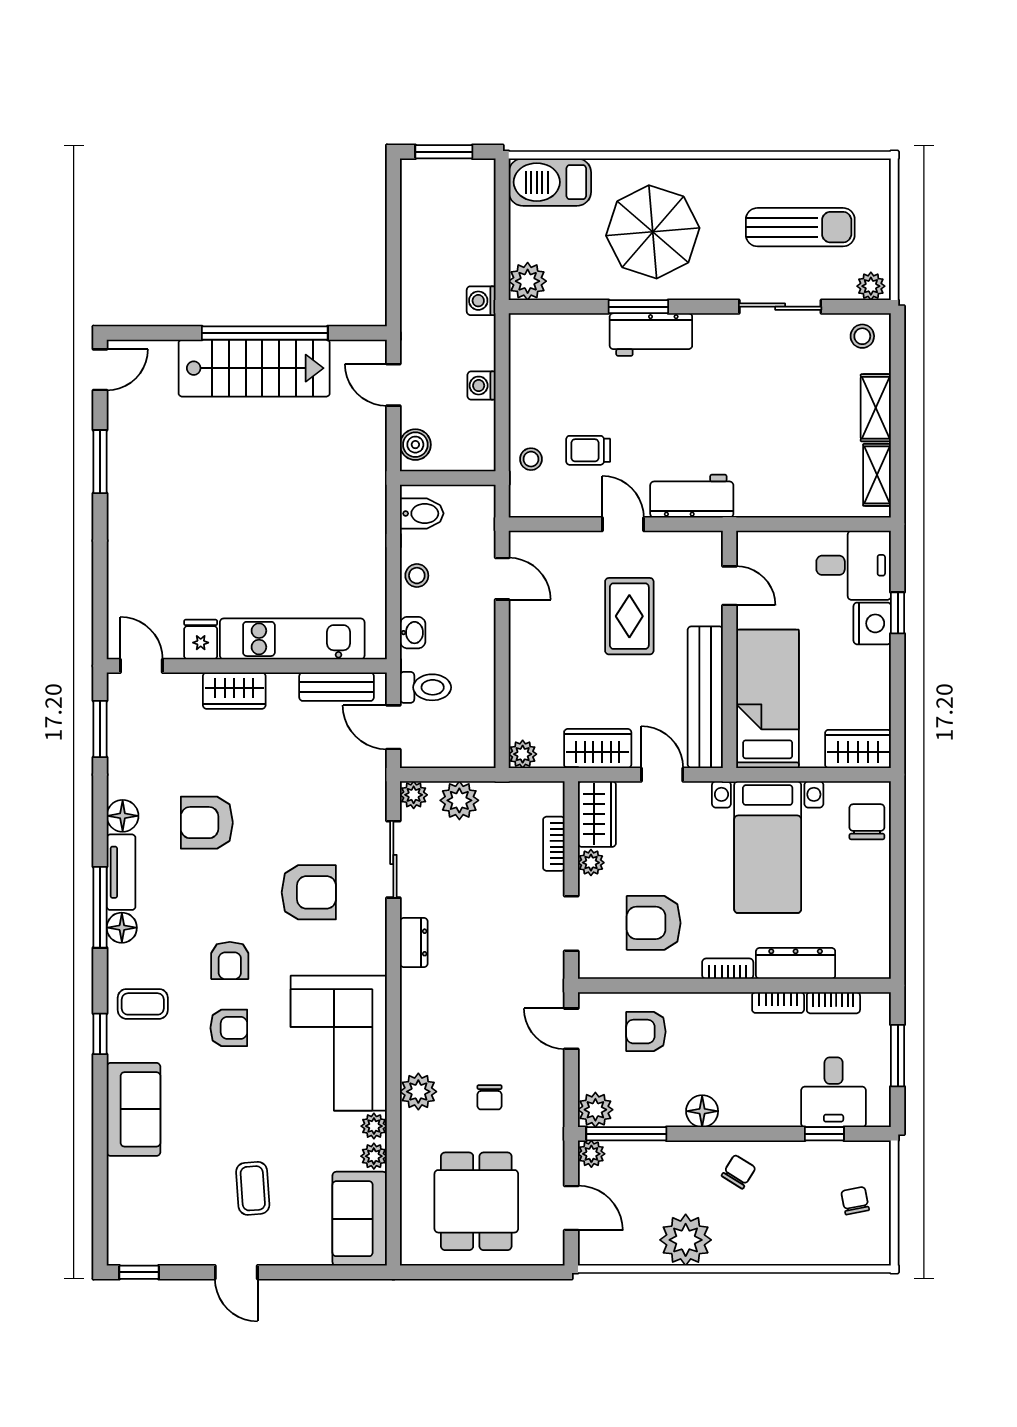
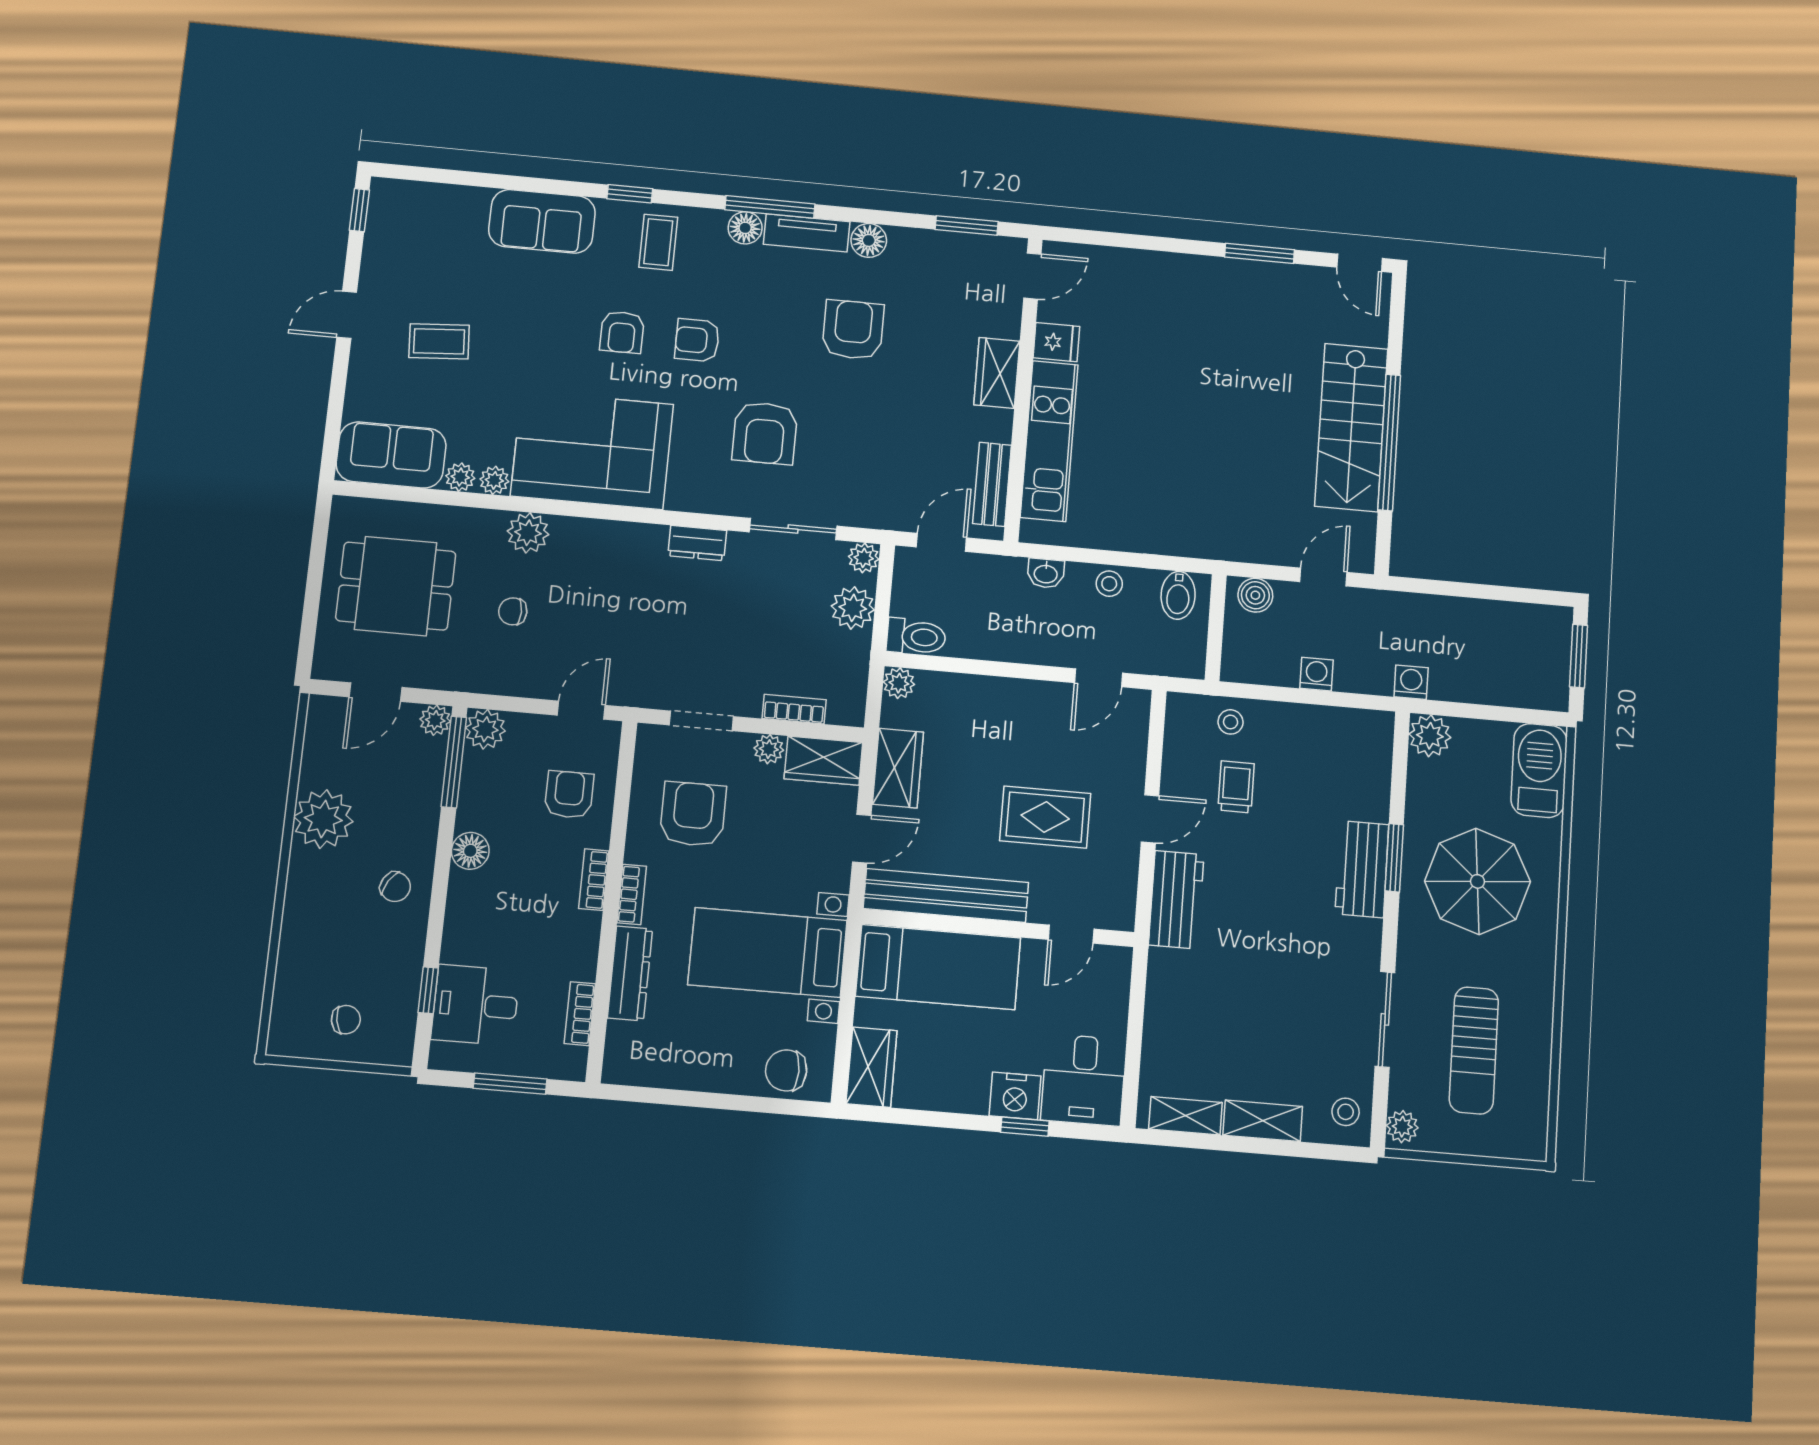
toilet: (425, 687) -> (916, 637), moved, turned -90
chair: (867, 822) -> (786, 1070), turned 180
bookcase: (778, 1003) -> (594, 880), moved

